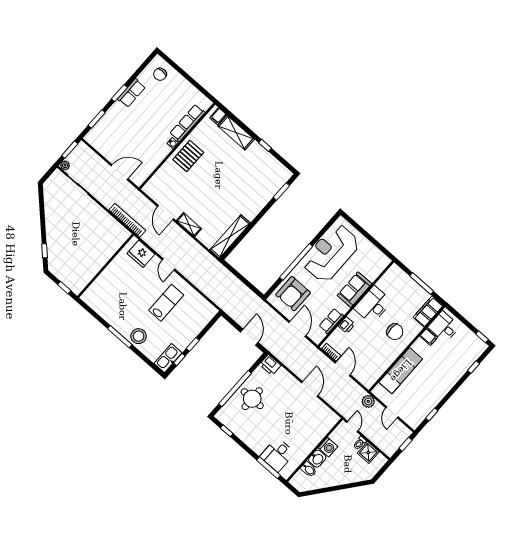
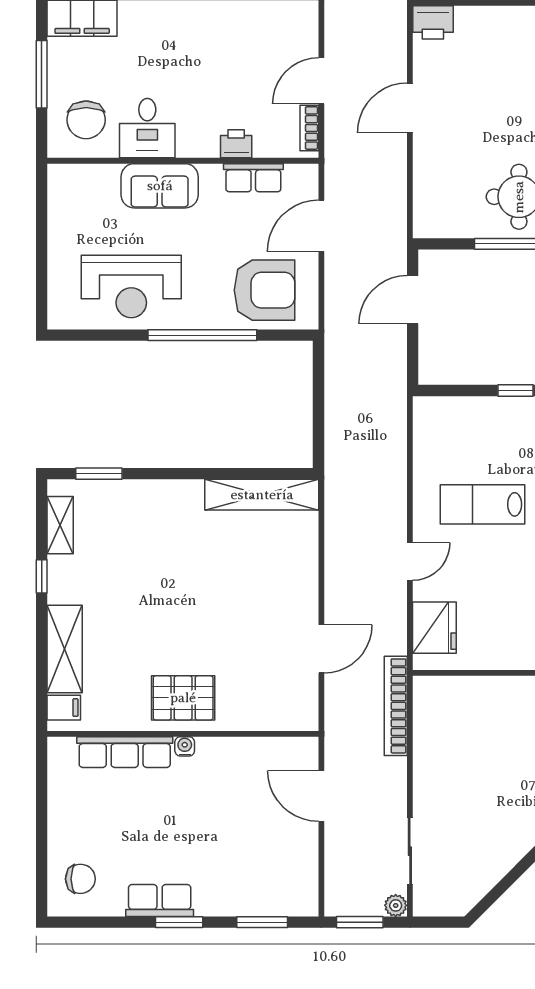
shelving: (189, 225) -> (60, 525), moved
reception desk: (331, 253) -> (131, 286), width x0.74, depth x0.77
desk: (373, 305) -> (147, 128), width x0.73
chair: (395, 332) -> (86, 120), moved, turned 180
printer: (270, 365) -> (433, 22), moved, turned 90

